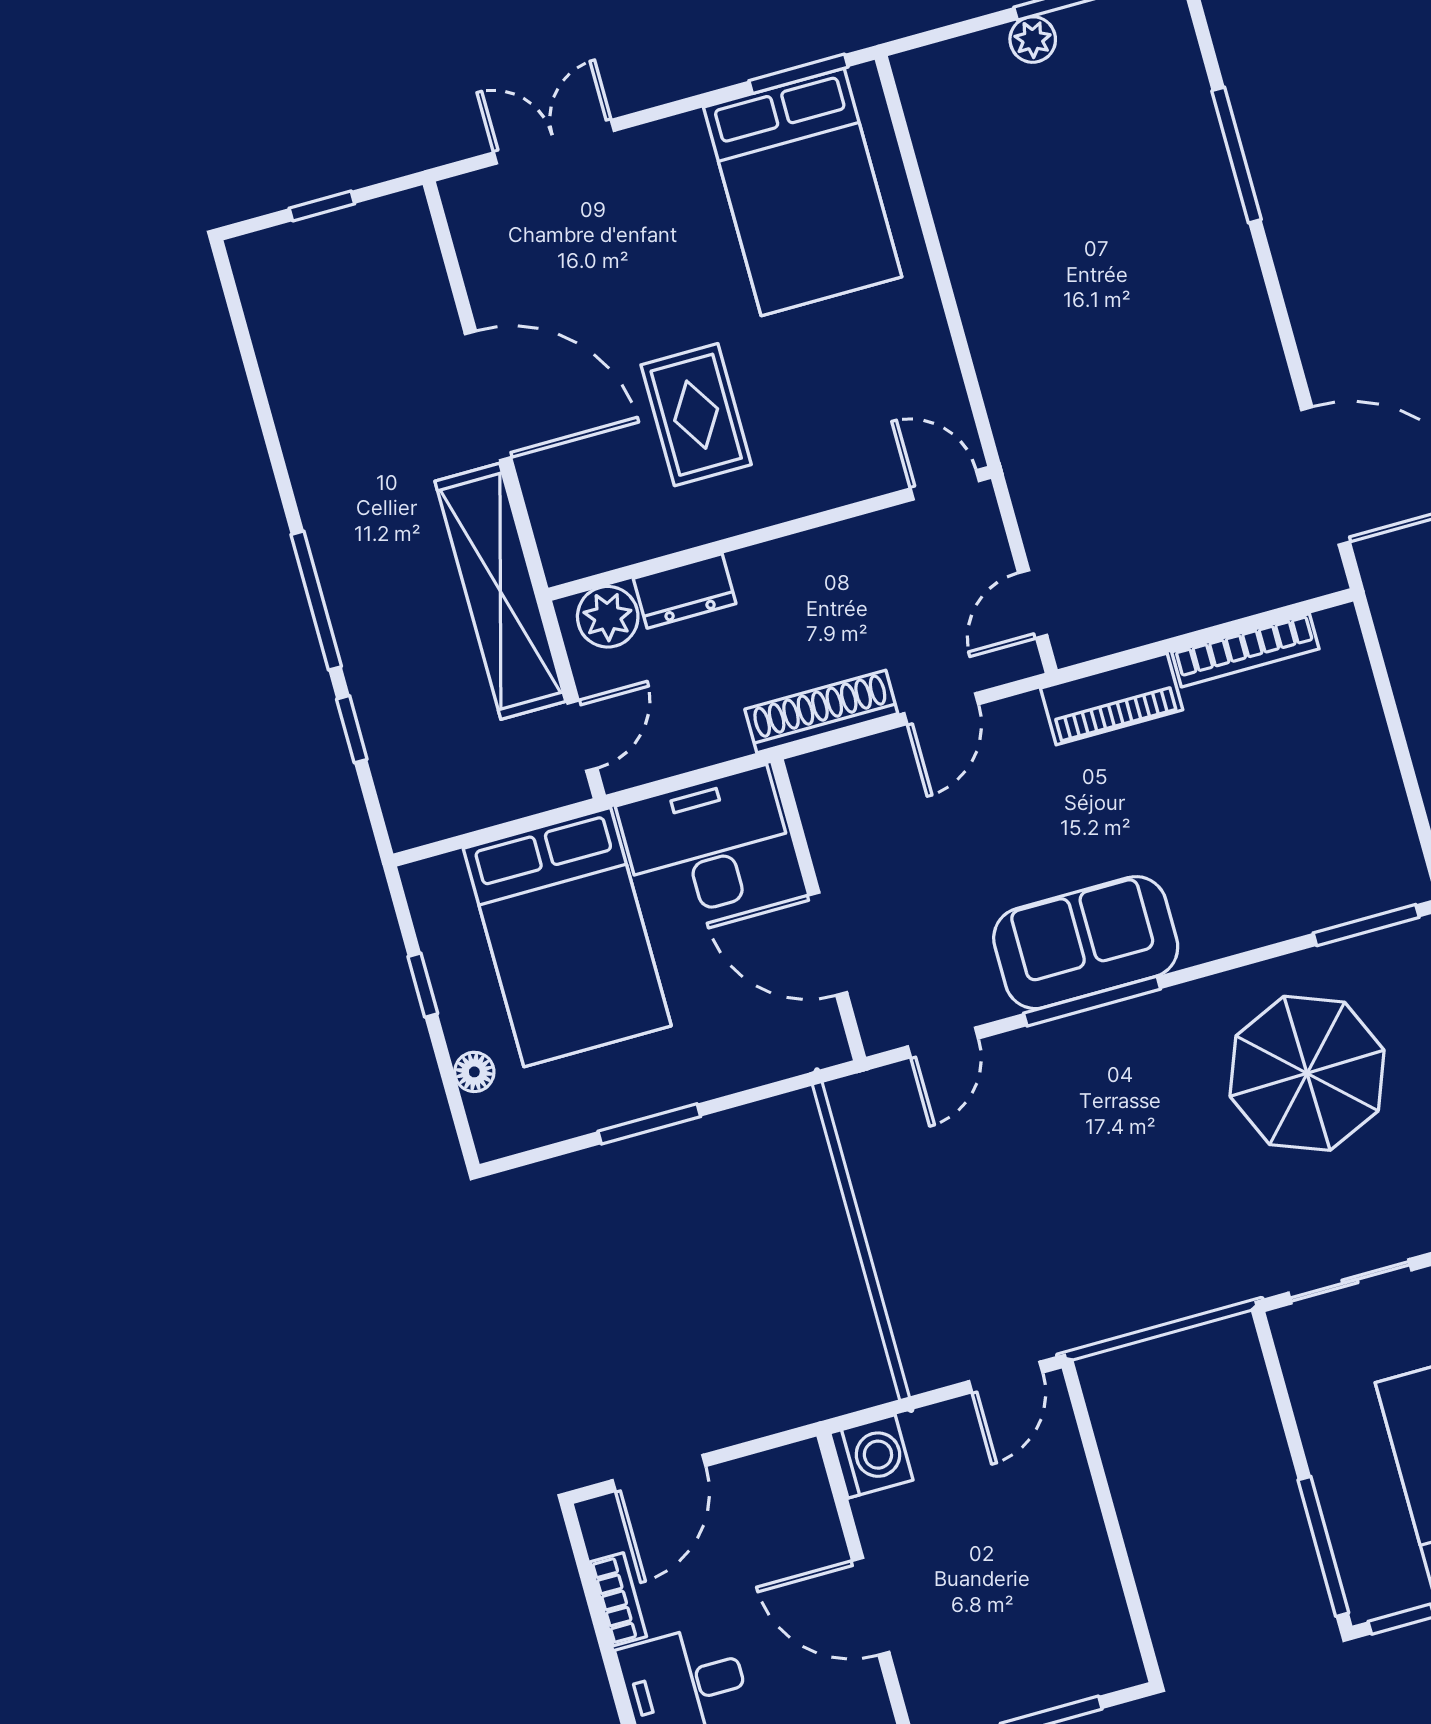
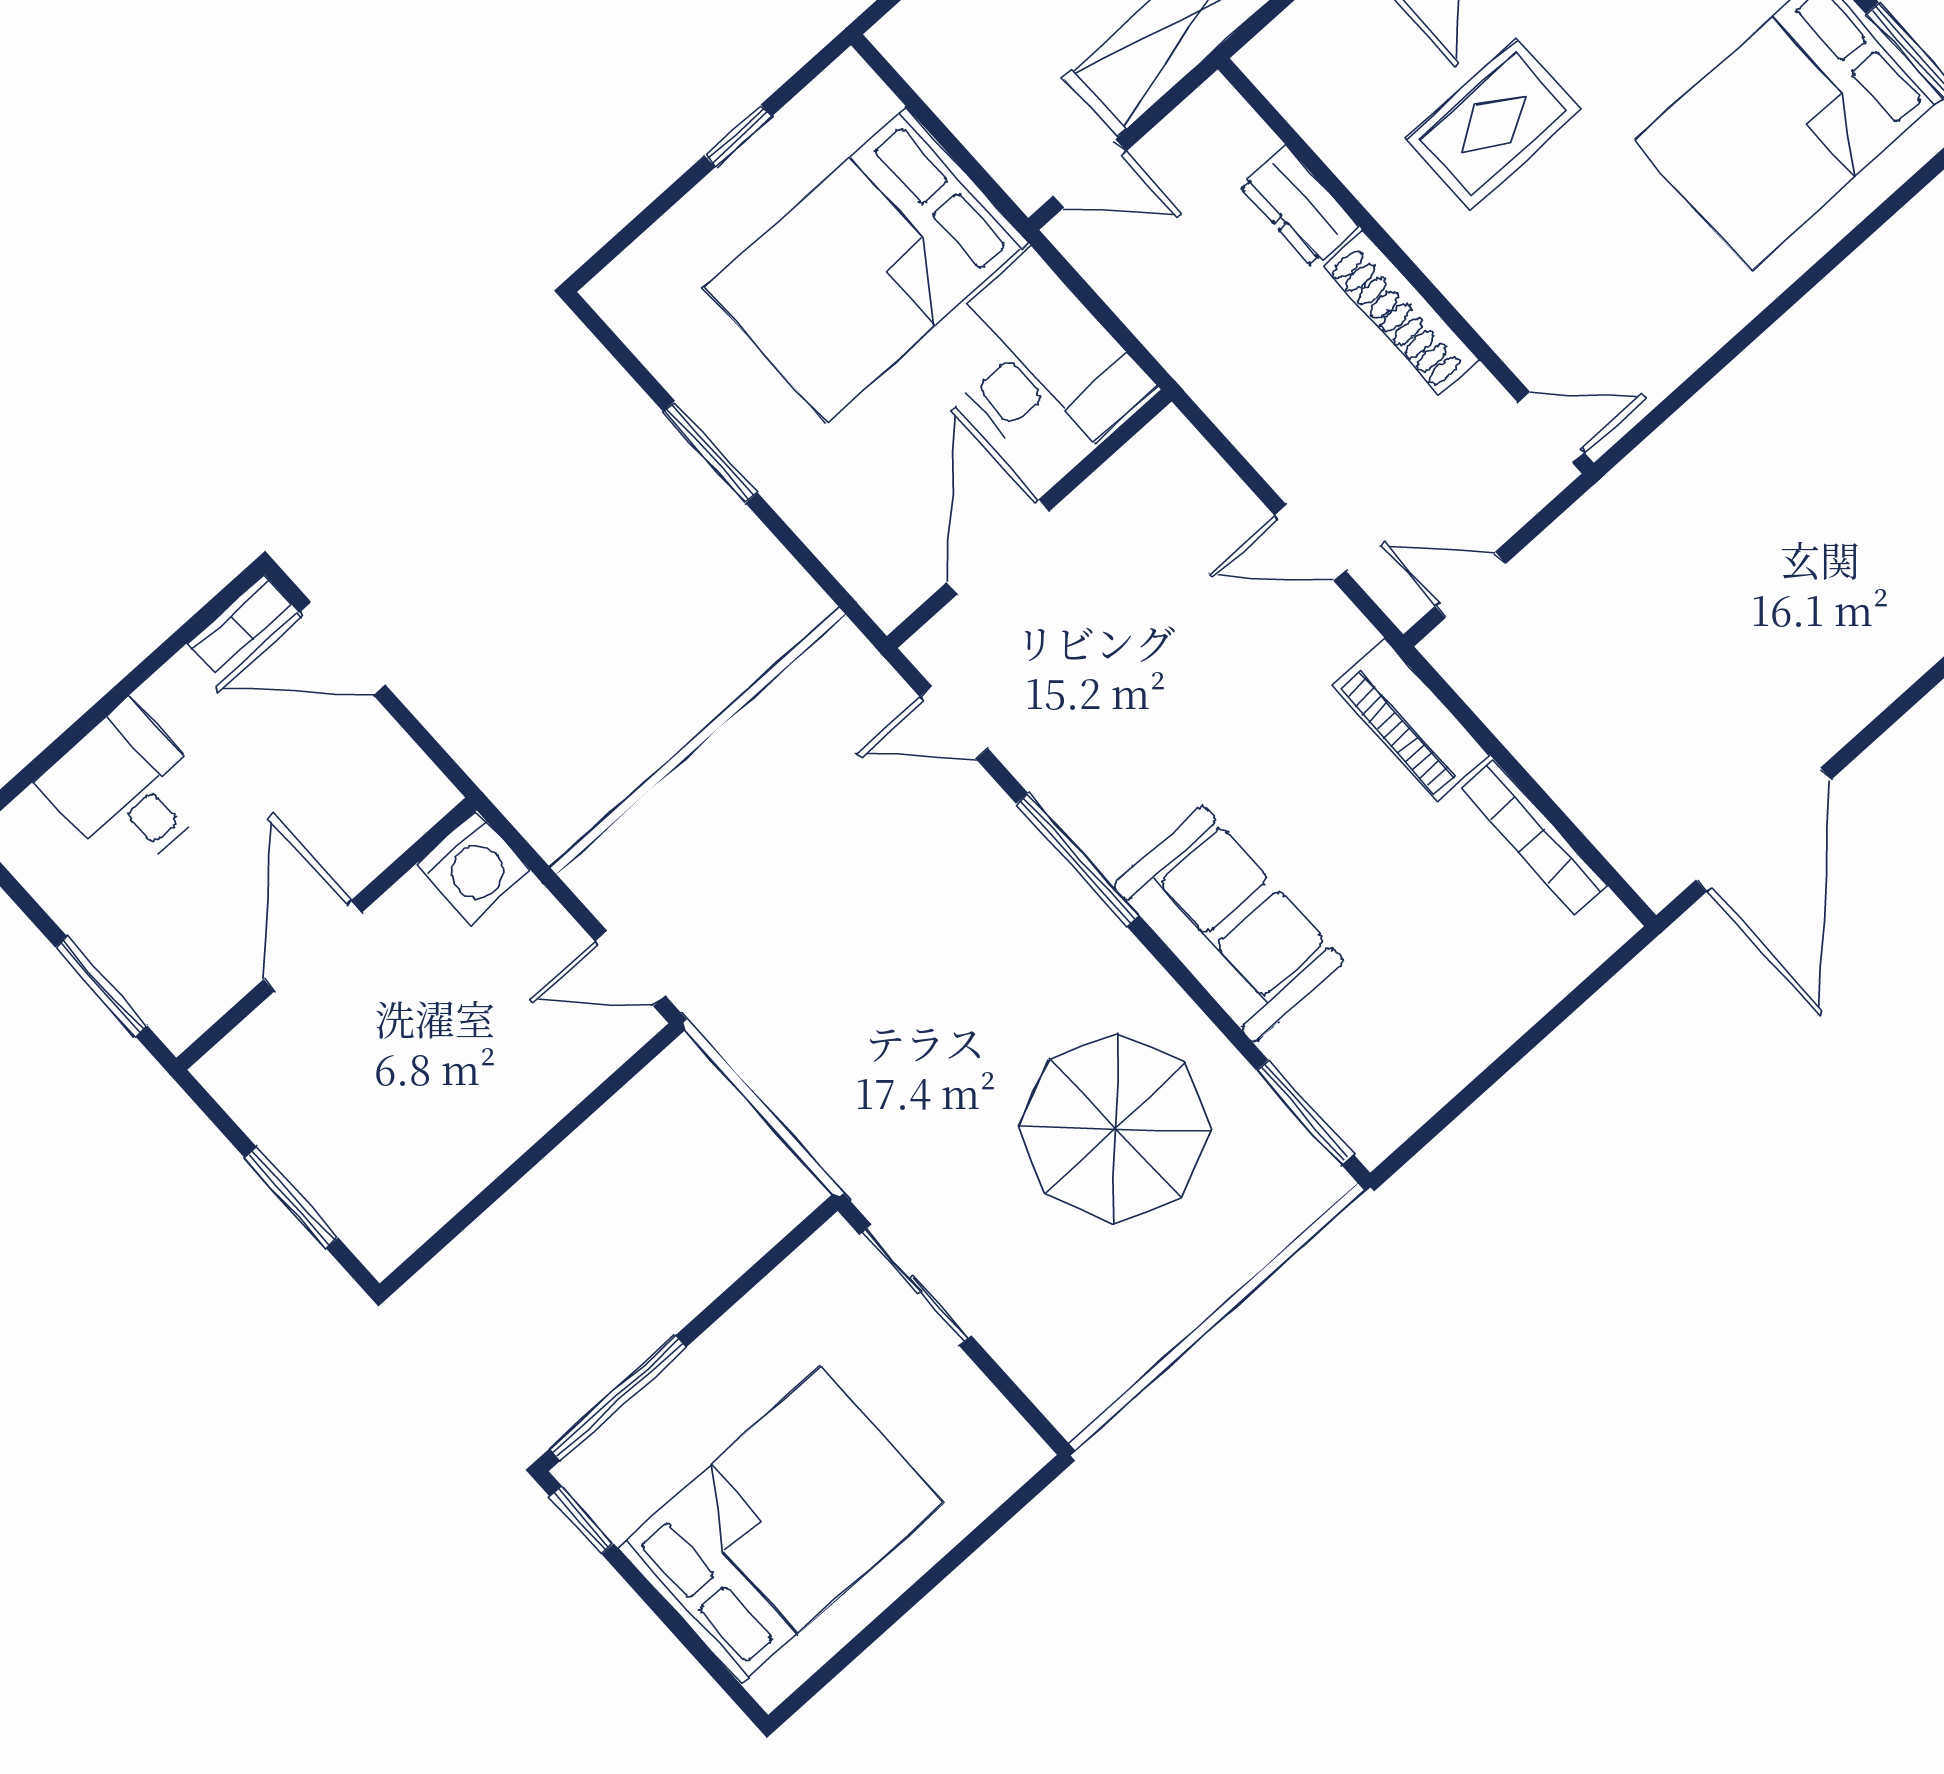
door: (945, 485) -> (1551, 427), hinge flipped
plant: (608, 617) -> (1230, 137), removed
shoe rack: (821, 711) -> (1401, 313), moved, turned 180
sofa: (1086, 943) -> (1228, 924), moved
floor lamp: (474, 1072) -> (673, 237), removed
bookcase: (618, 1599) -> (239, 624), moved

